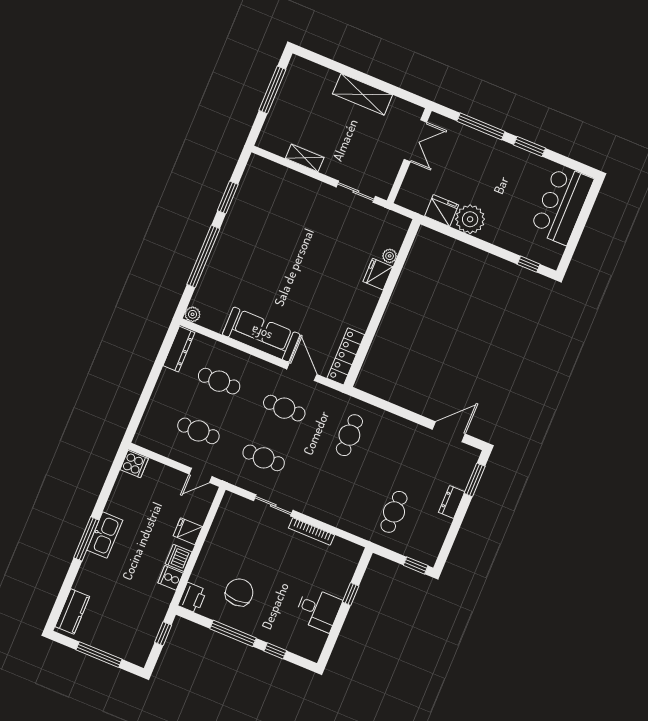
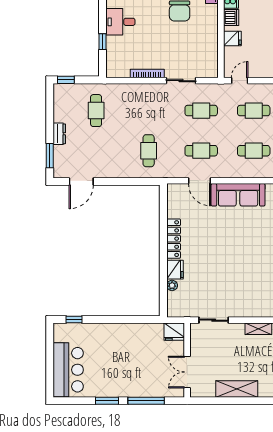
fridge: (442, 210) -> (174, 332), moved
plant: (470, 219) -> (127, 334), removed
locker: (346, 356) -> (174, 239), moved

